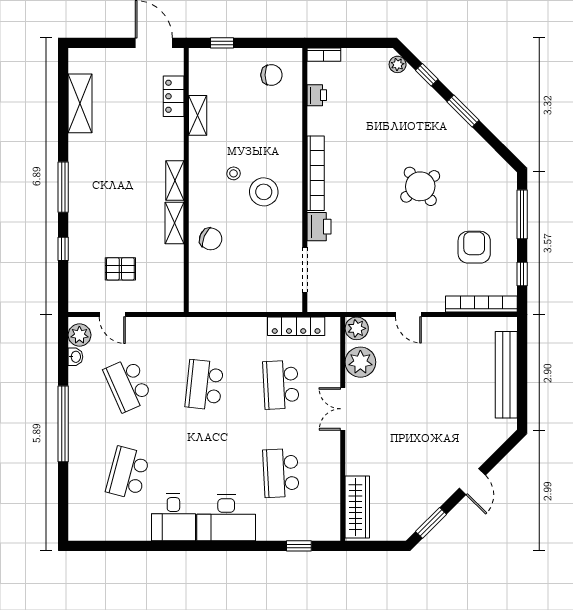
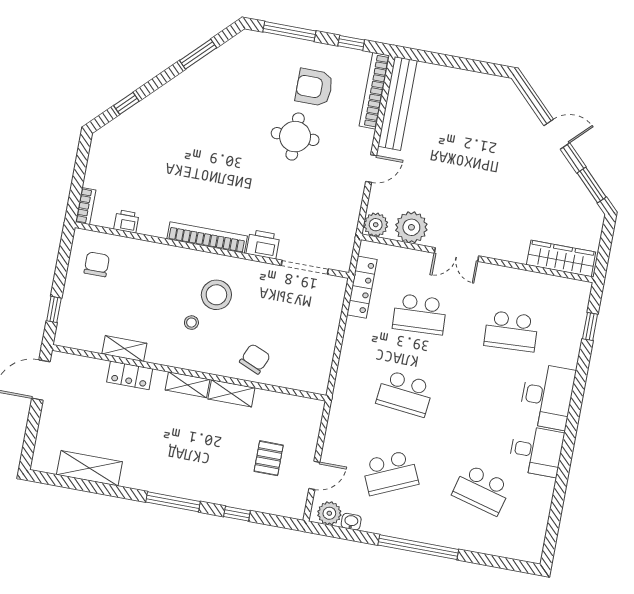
plant: (398, 64) -> (110, 132), removed
locker: (174, 96) -> (130, 375), moved
window: (463, 111) -> (198, 54), moved
round table: (420, 186) -> (295, 137), moved, turned 37
bench: (506, 375) -> (397, 103), moved, turned 90

